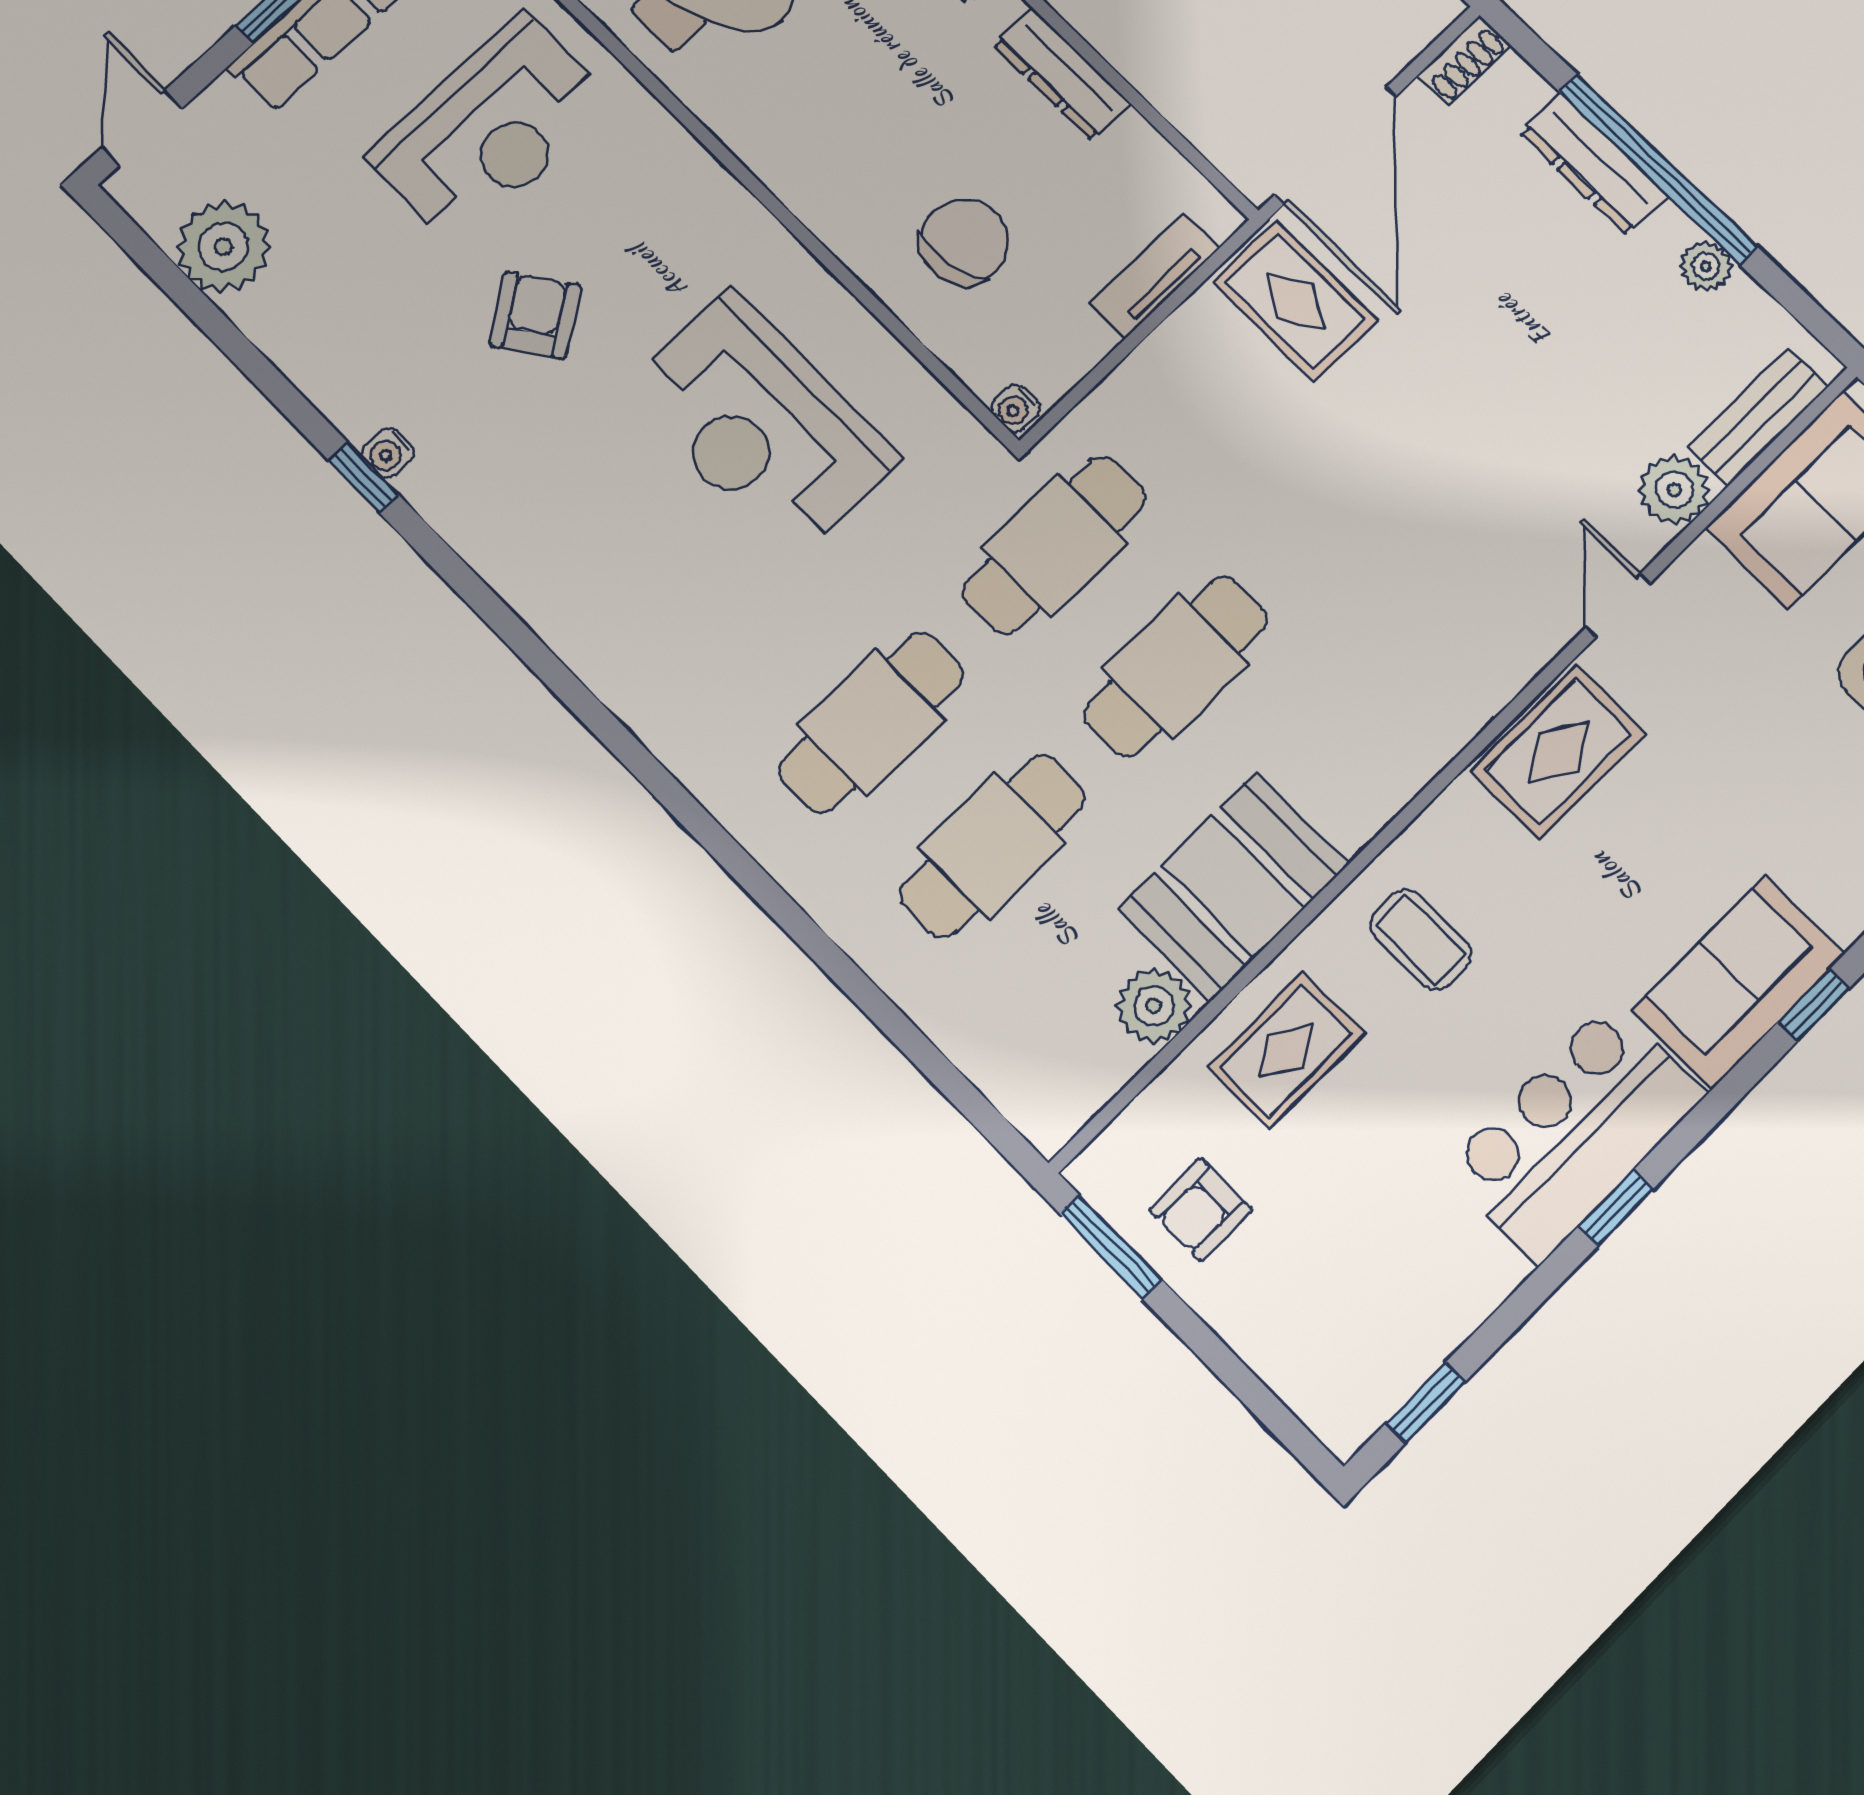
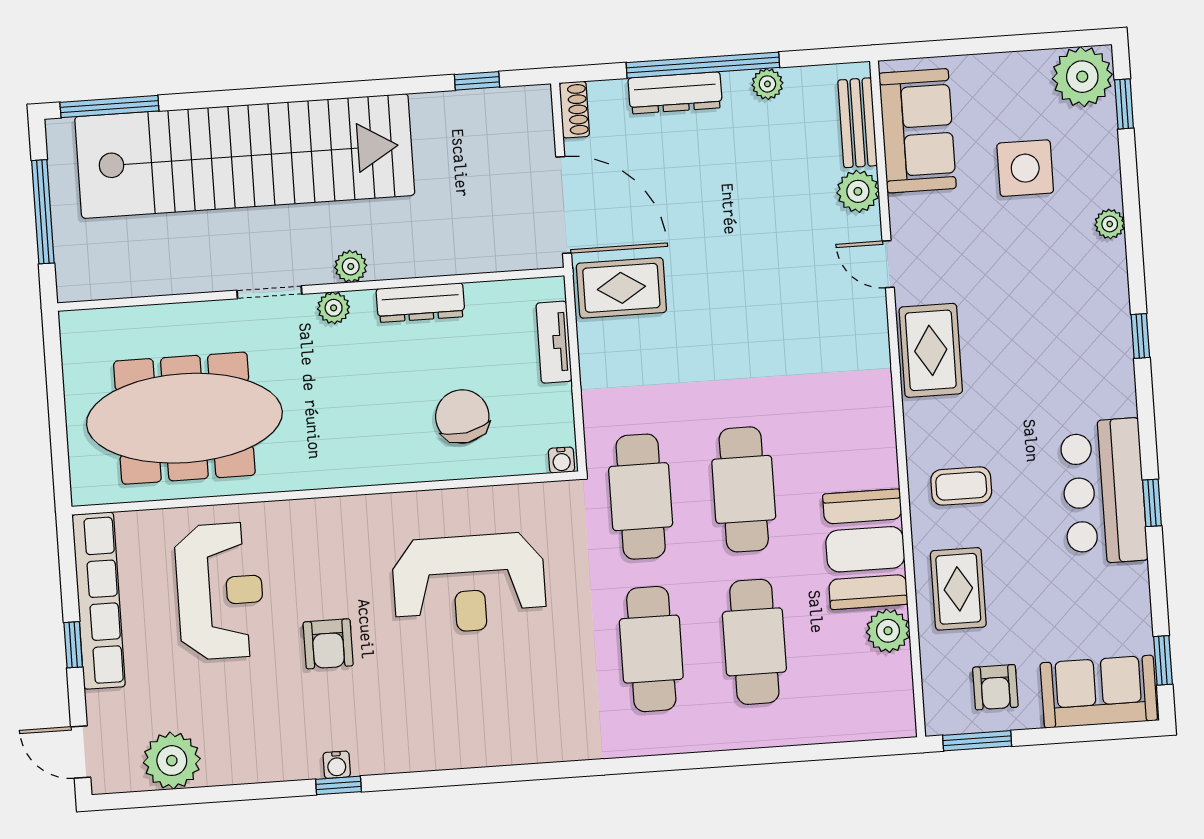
armchair: (535, 315) -> (328, 644), turned -145
sofa: (1739, 981) -> (1099, 692), moved, turned 90

